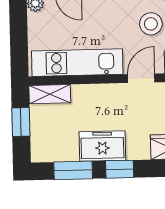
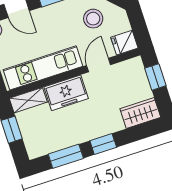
freezer: (102, 146) -> (66, 93), moved, turned 180

